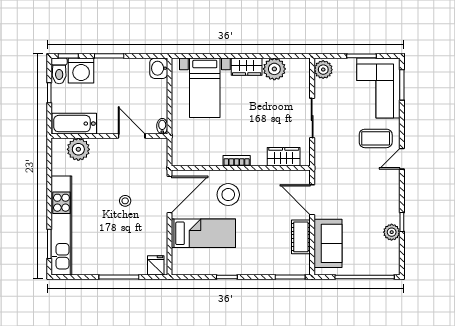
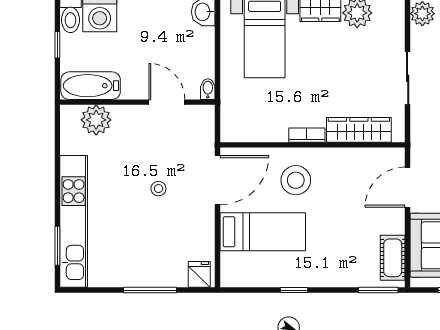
wardrobe: (284, 157) -> (359, 130), width x1.50
door: (312, 200) -> (408, 187), hinge flipped
cot: (301, 237) -> (393, 258), moved

